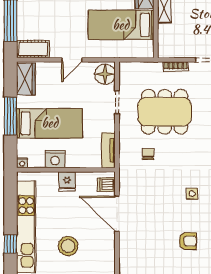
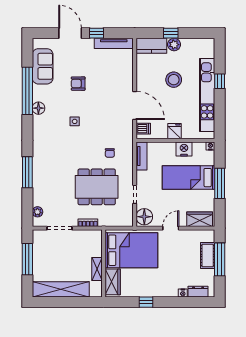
bed: (121, 25) -> (131, 250), width x1.50
cot: (33, 49) -> (208, 255), moved, turned 90
wardrobe: (26, 79) -> (200, 219), moved, turned 90

